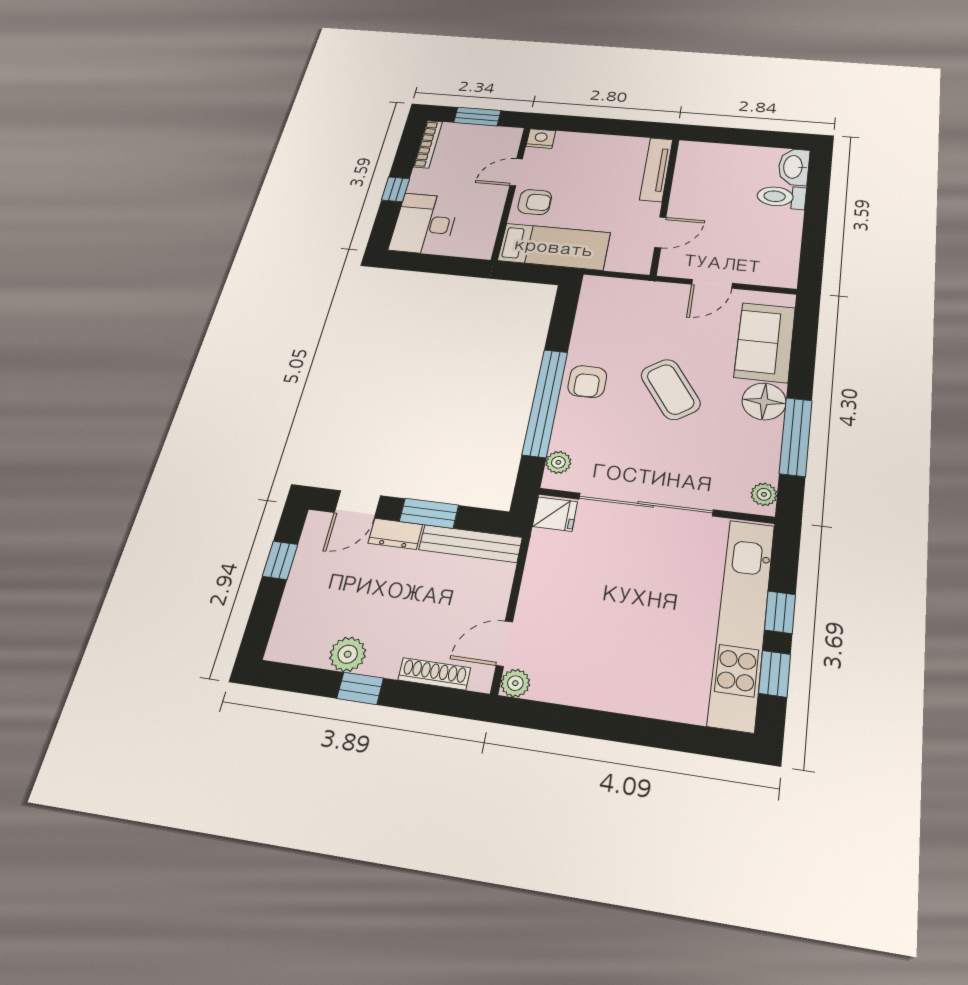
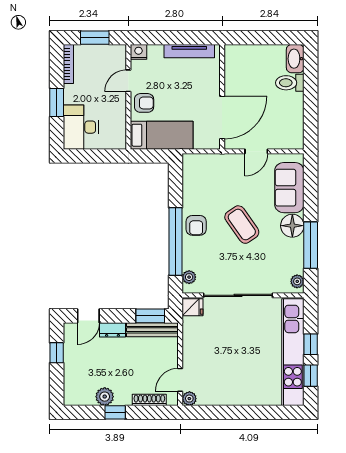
tv unit: (656, 169) -> (189, 51), moved, turned -90
window: (395, 189) -> (57, 102), width x1.50
door: (660, 232) -> (222, 118), width x1.88
window: (429, 513) -> (150, 316), moved

